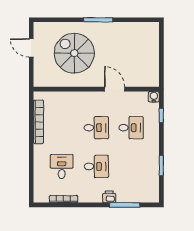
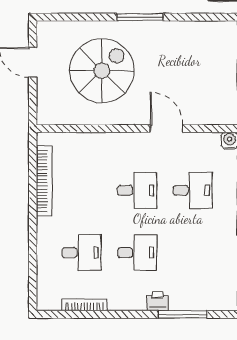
spiral stairs: (74, 53) -> (102, 71), turned 90
desk: (62, 166) -> (81, 253), turned 90

